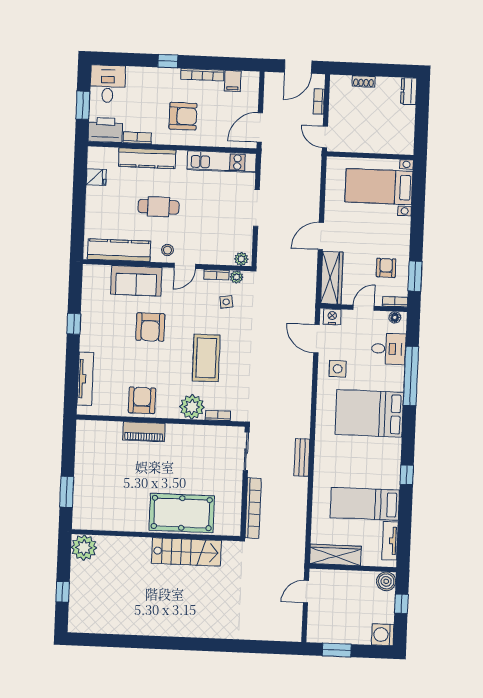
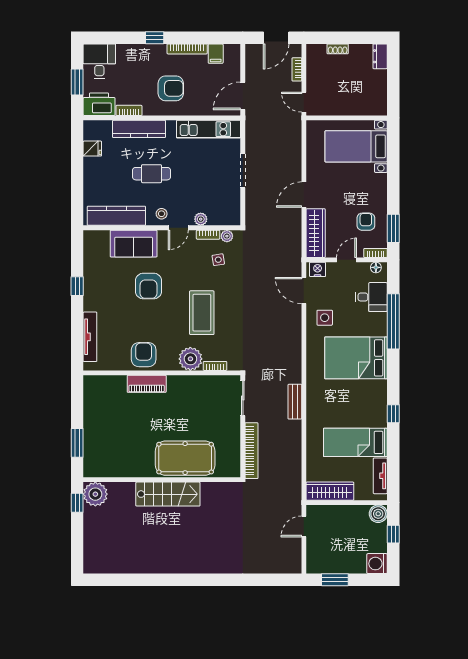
plant: (241, 259) -> (201, 219), moved
stairs: (186, 552) -> (168, 494), moved
window: (63, 592) -> (77, 503), moved

